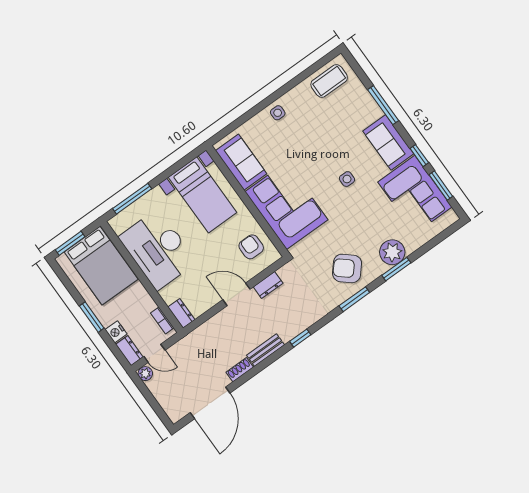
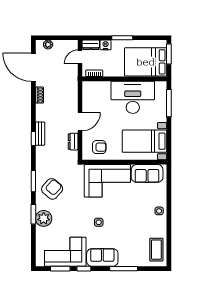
dresser: (181, 313) -> (91, 86), removed
bench: (266, 350) -> (40, 134), moved
plant: (145, 374) -> (48, 45), moved

